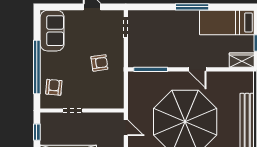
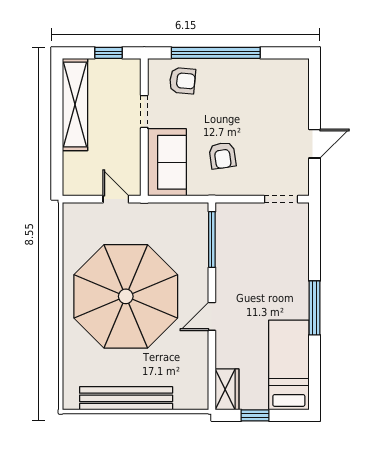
sofa: (52, 31) -> (167, 162), moved, turned -90
door: (126, 128) -> (116, 199), swing flipped

